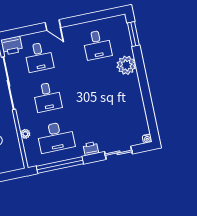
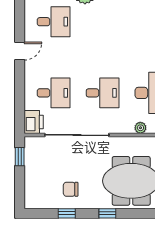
door: (53, 25) -> (20, 51), moved

